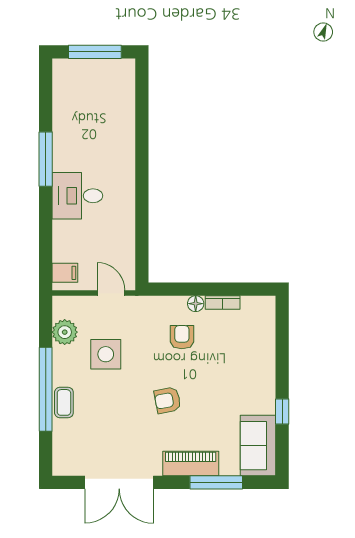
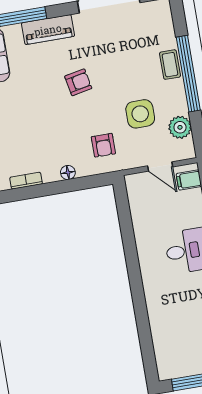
door: (111, 293) -> (160, 166), moved
bookcase: (223, 303) -> (26, 181), moved
armchair: (182, 337) -> (103, 145), moved

